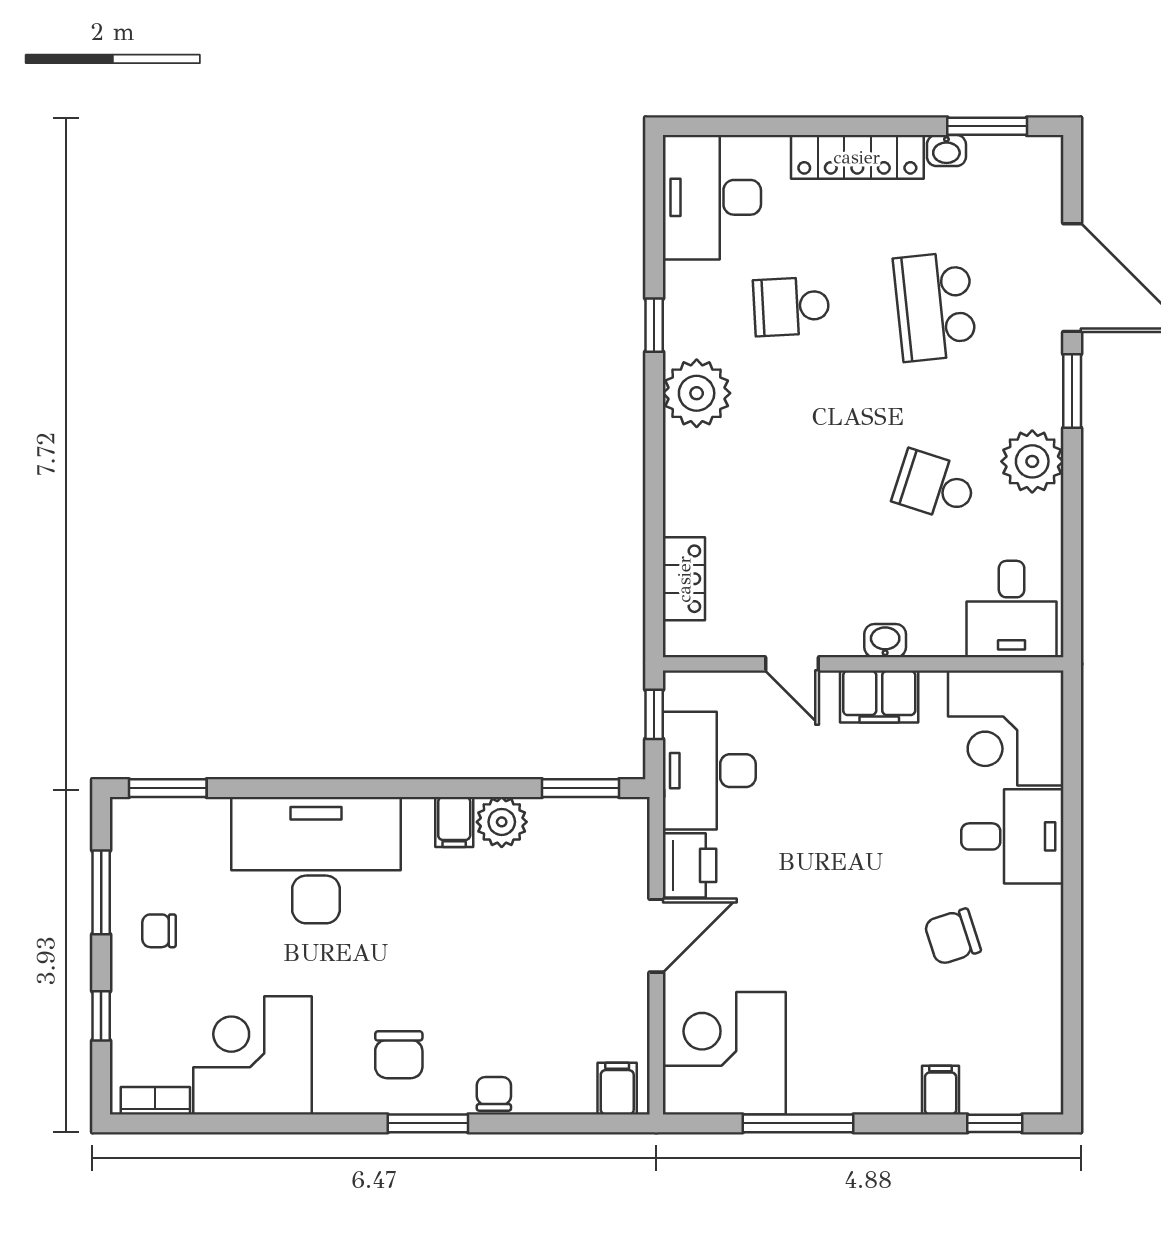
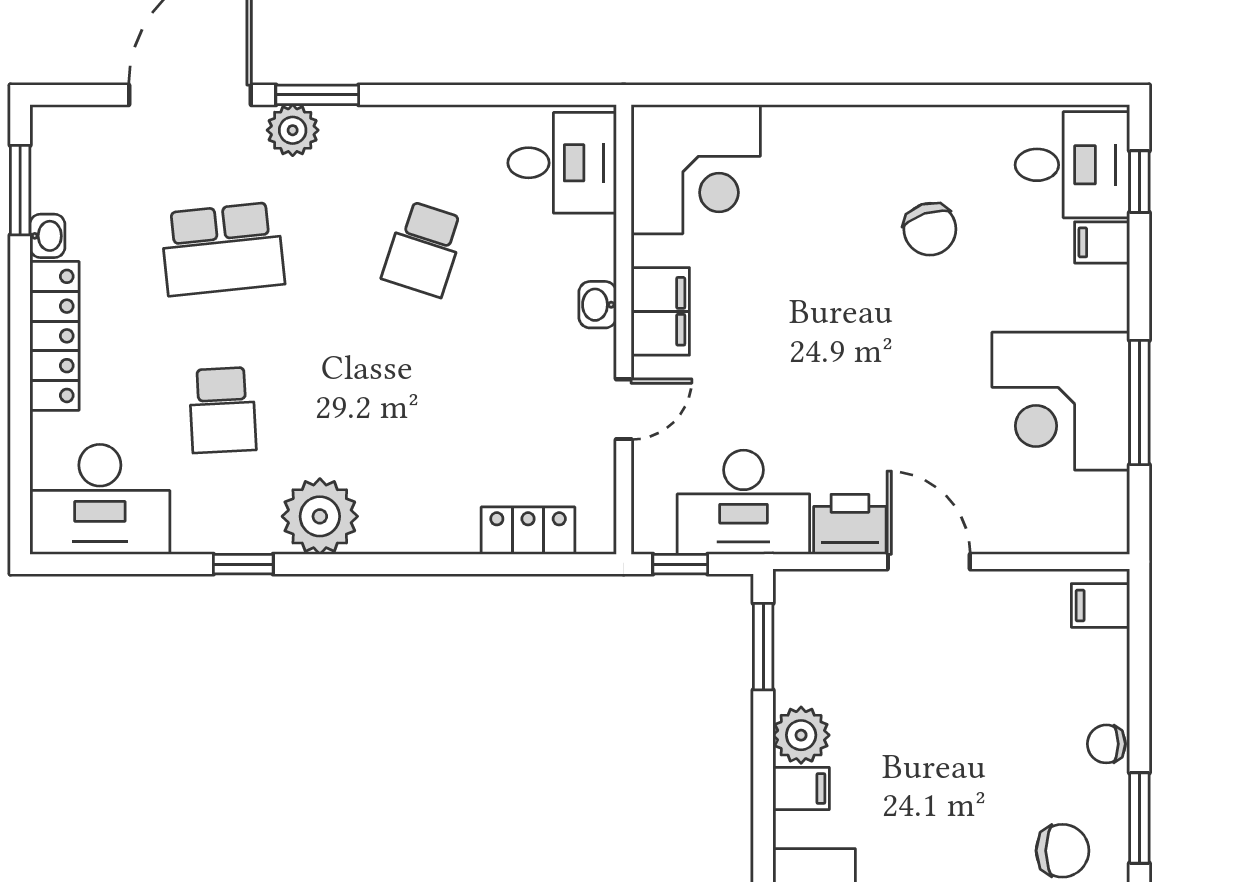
plant: (1032, 461) -> (293, 130), moved, width x0.73, depth x0.73
desk: (1012, 836) -> (1072, 165), moved, turned 90
corner desk: (724, 1053) -> (1061, 401), moved

